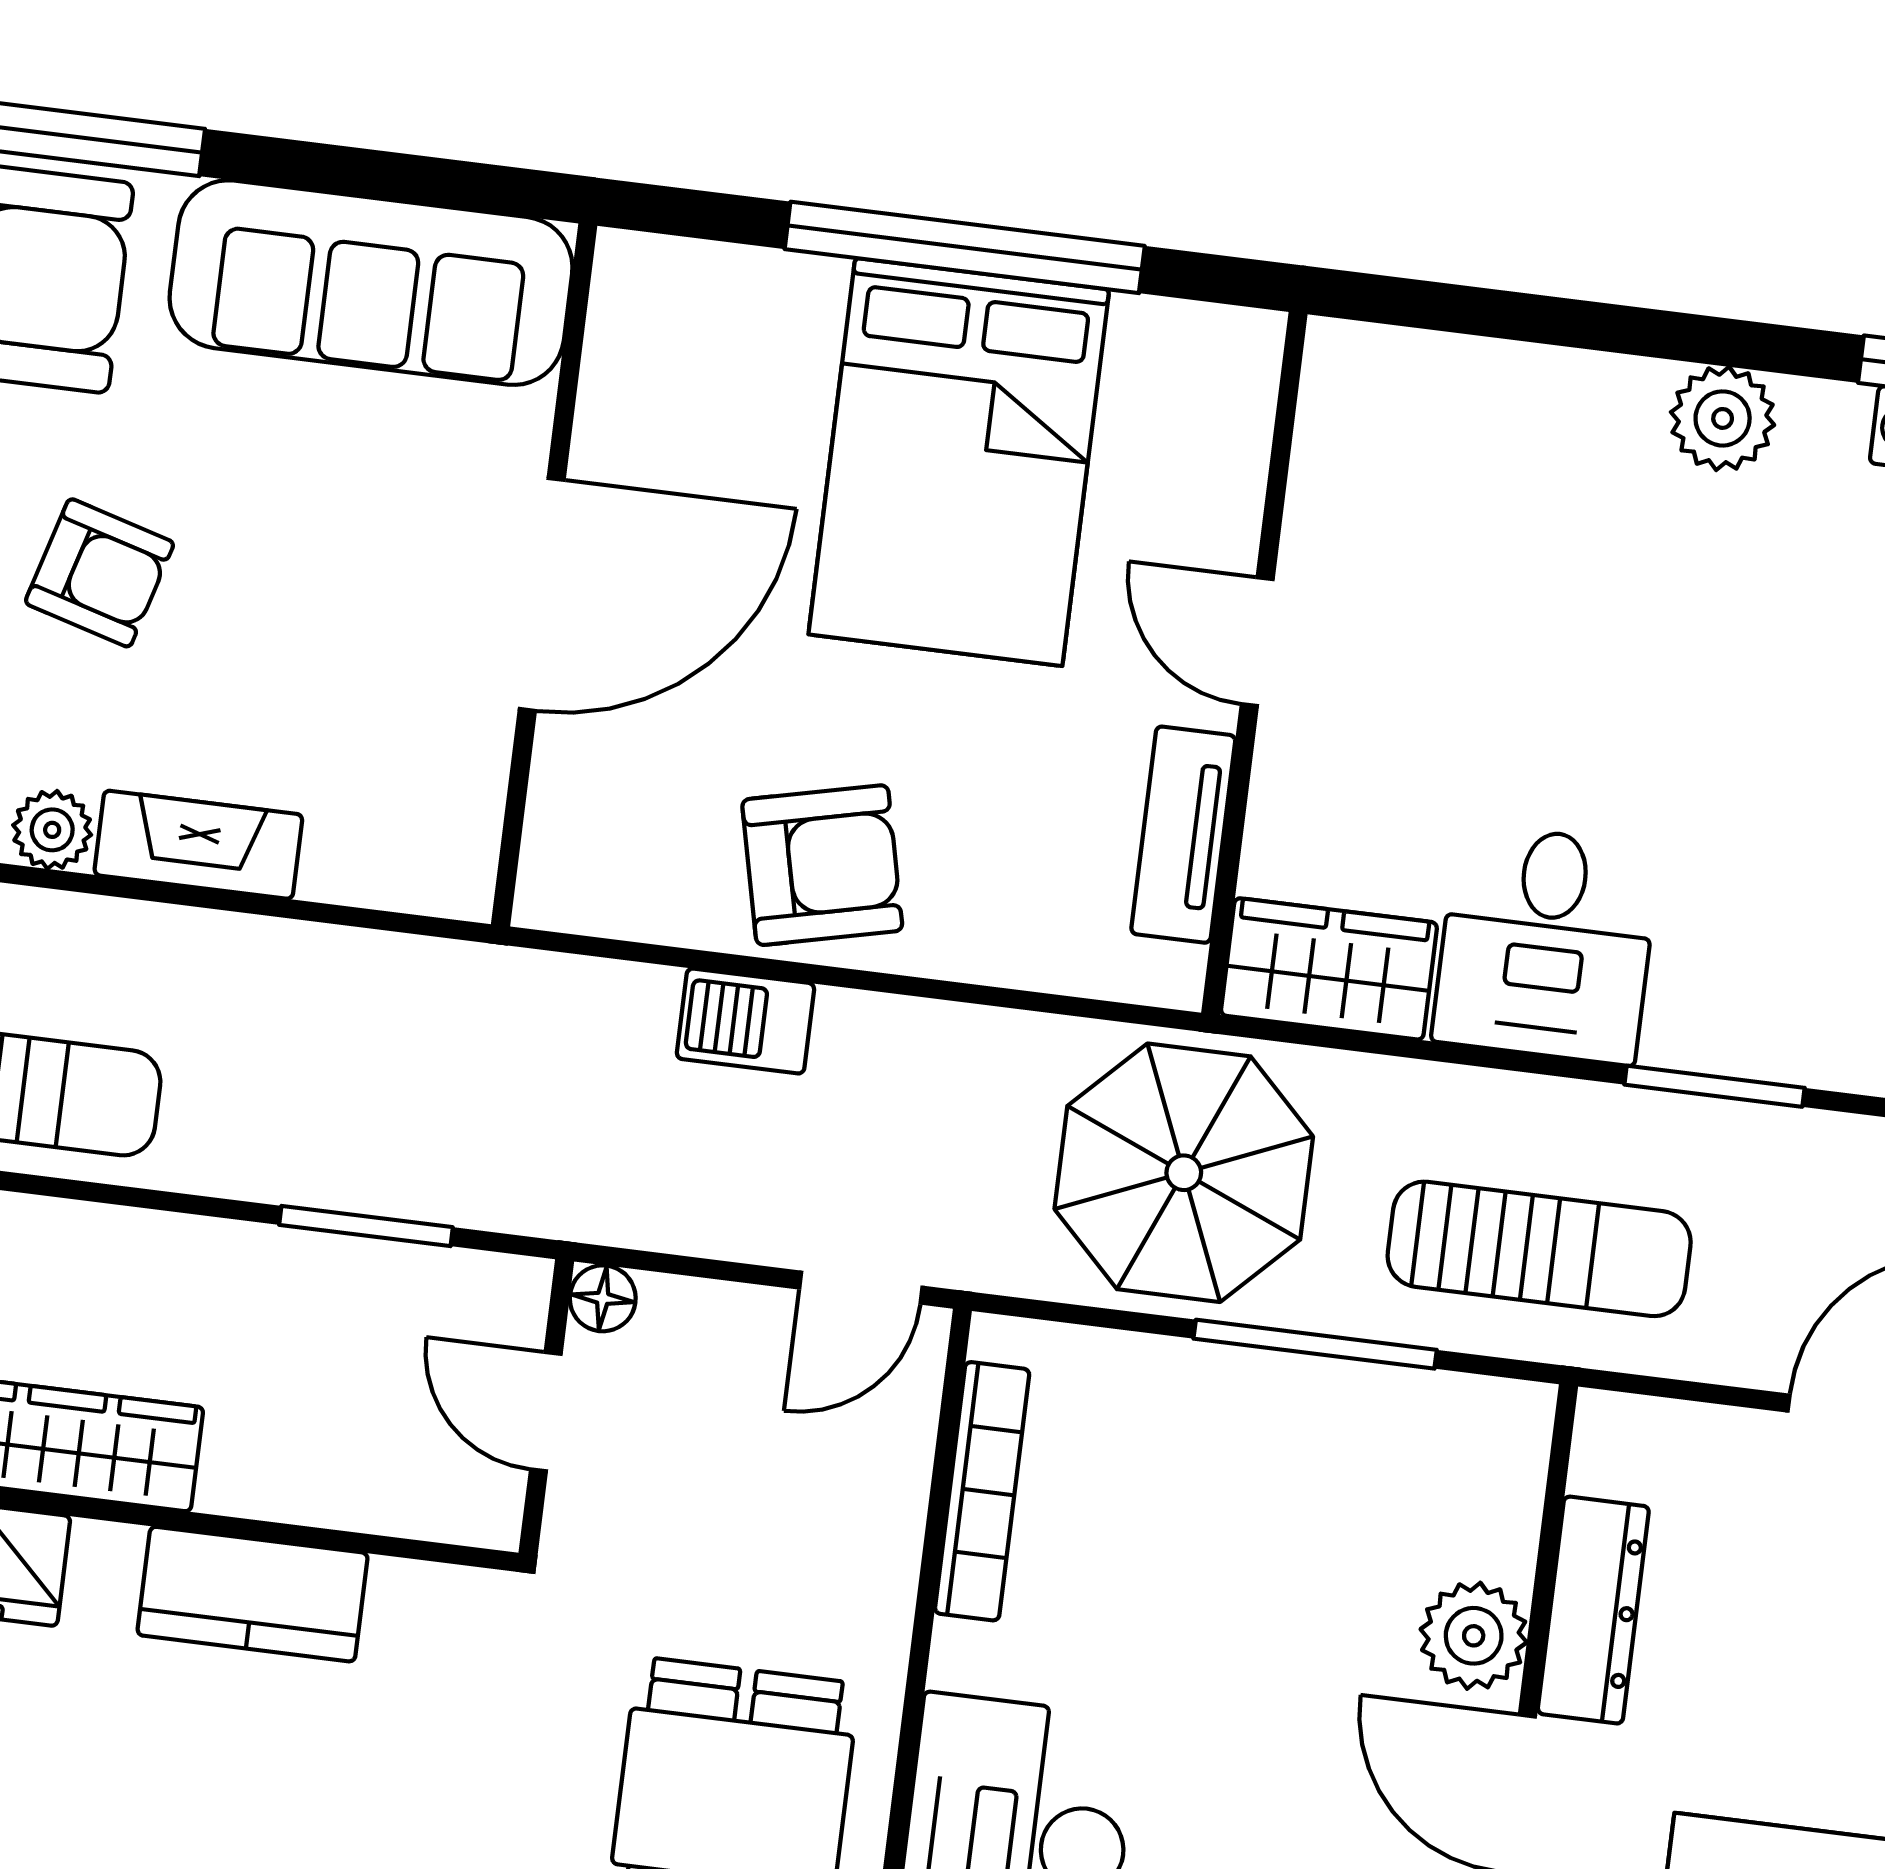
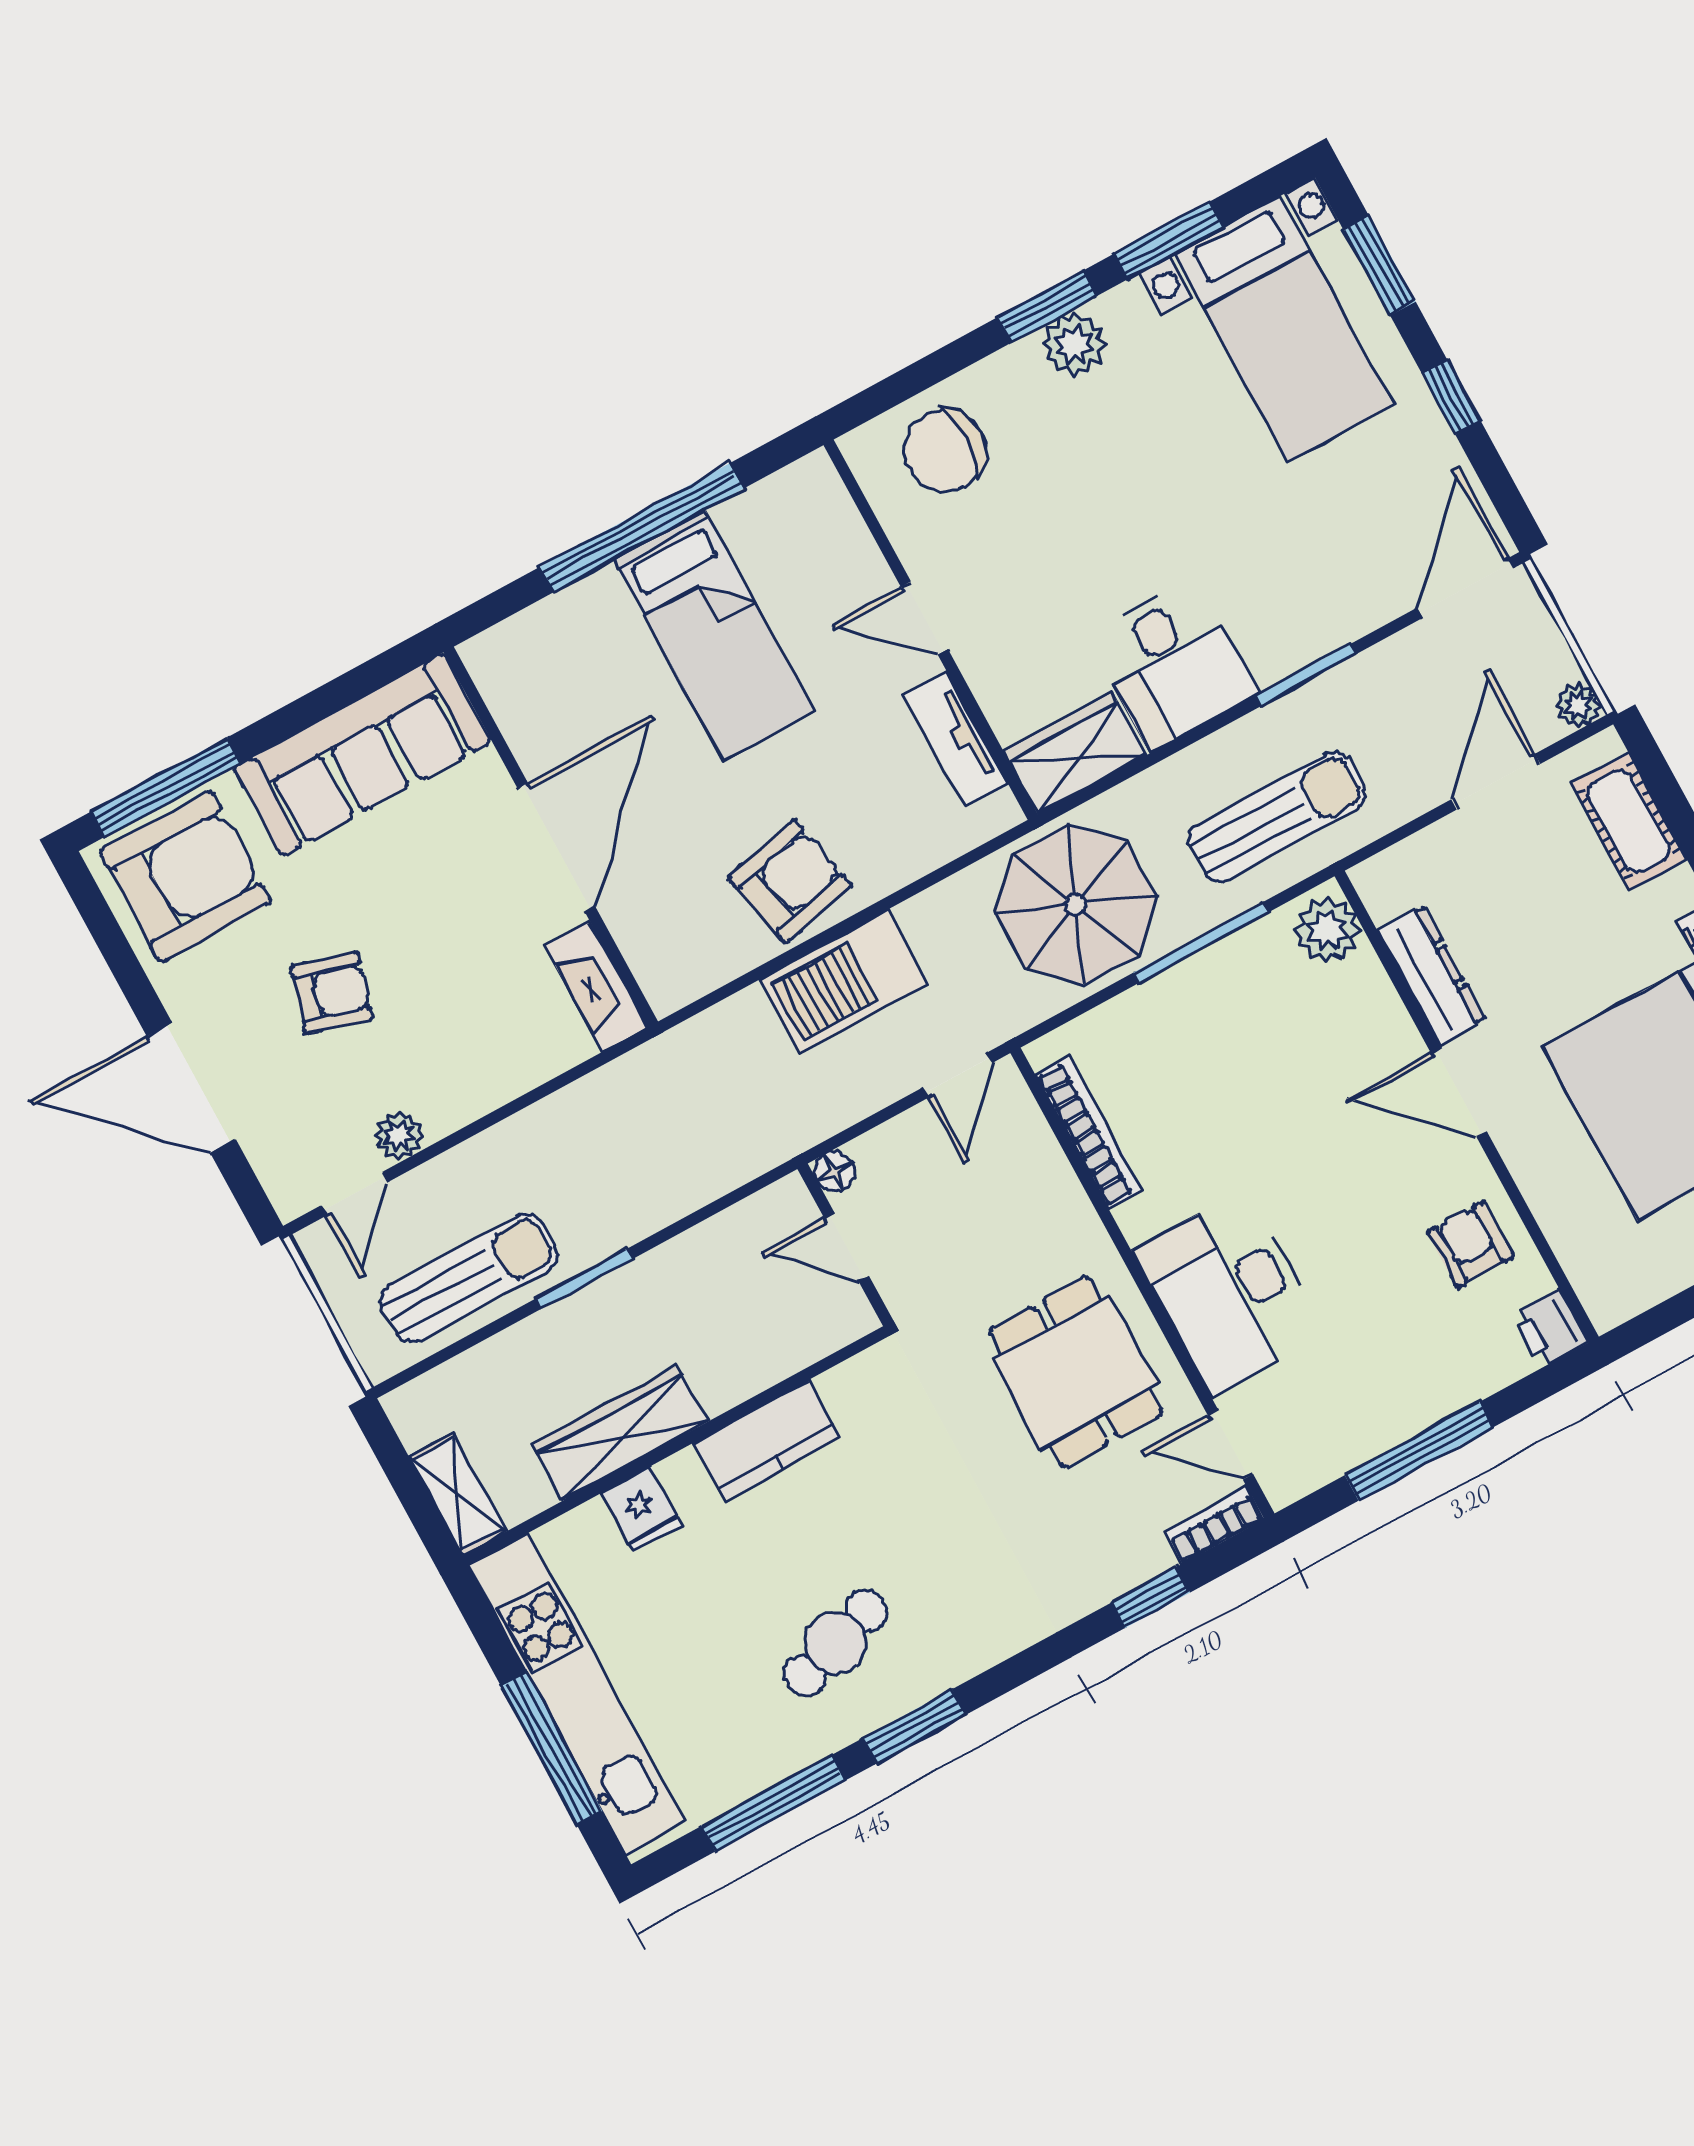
window: (1723, 342) -> (1047, 307), added
chair: (1446, 437) -> (945, 451), added
bed: (959, 462) -> (714, 635), width x0.67
fireplace: (198, 845) -> (596, 986), moved, turned -90
barbecue: (746, 1021) -> (844, 981), width x1.88, depth x1.53
window: (366, 1226) -> (584, 1279), moved
plant: (1474, 1636) -> (1327, 930), moved

